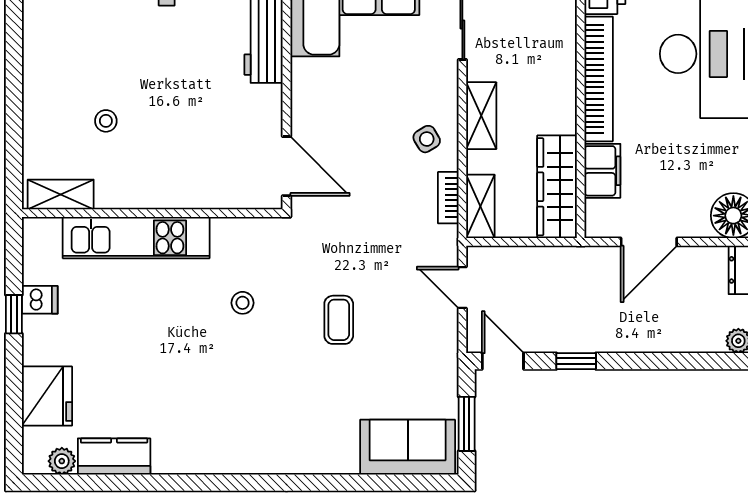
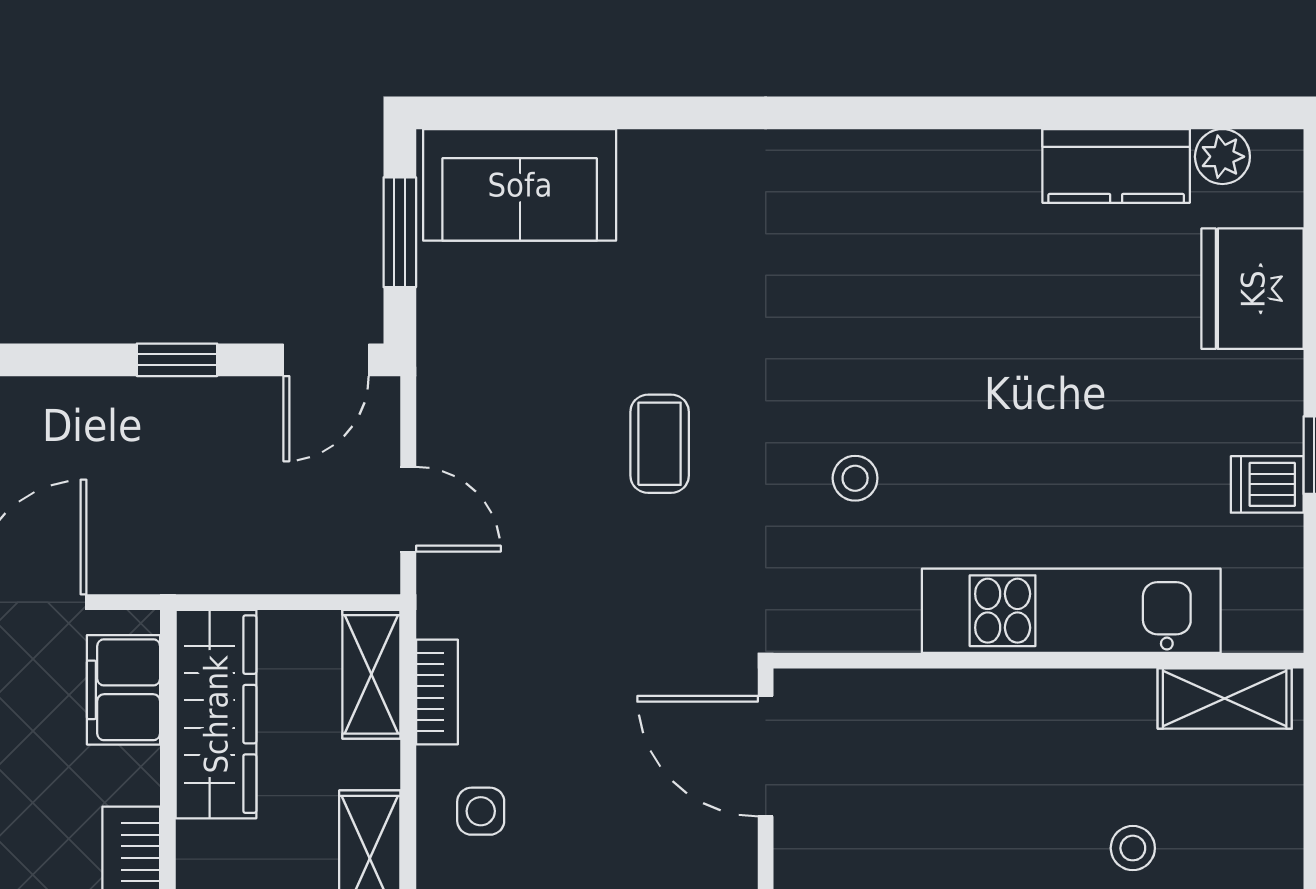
side table: (427, 139) -> (481, 811), turned 31
filing cabinet: (602, 171) -> (124, 690), moved
door: (503, 361) -> (326, 360), hinge flipped

